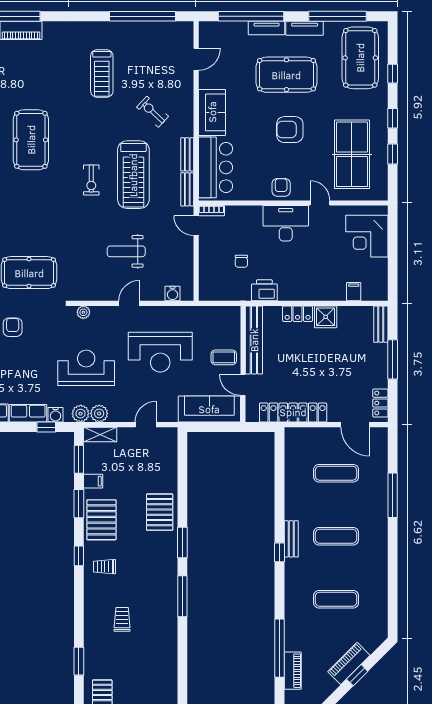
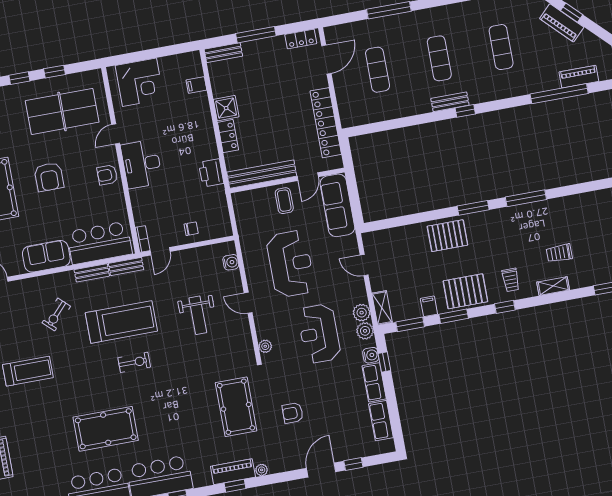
chair: (241, 261) -> (191, 229), moved
shelving: (91, 607) -> (553, 286), added

